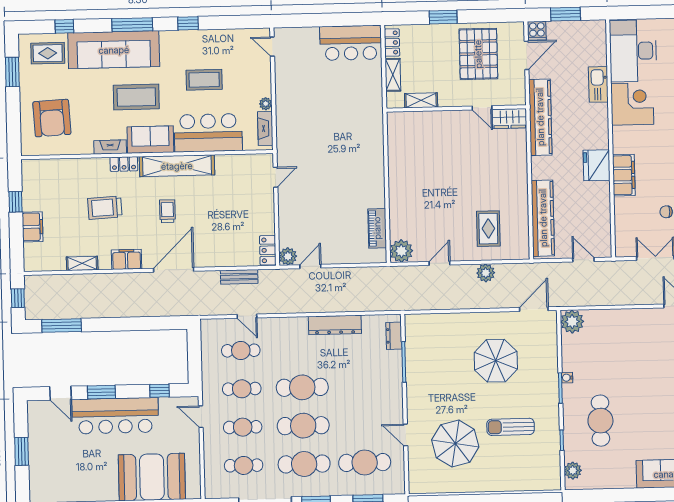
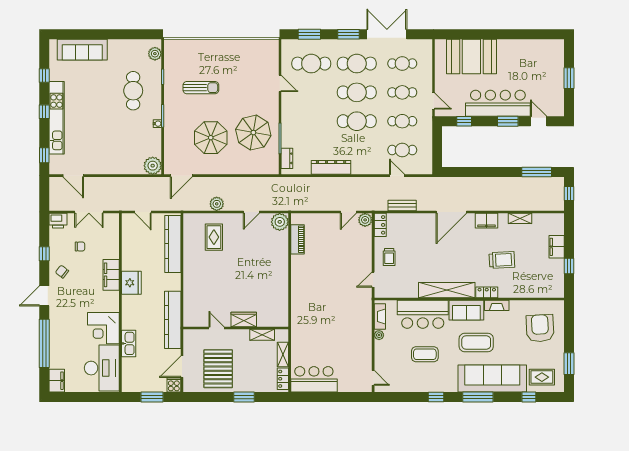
wardrobe: (510, 119) -> (244, 319), moved
trolley: (167, 211) -> (389, 257), moved
parasol: (455, 443) -> (253, 133), moved

